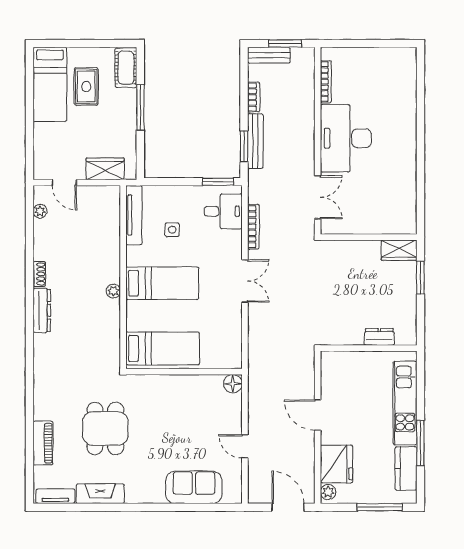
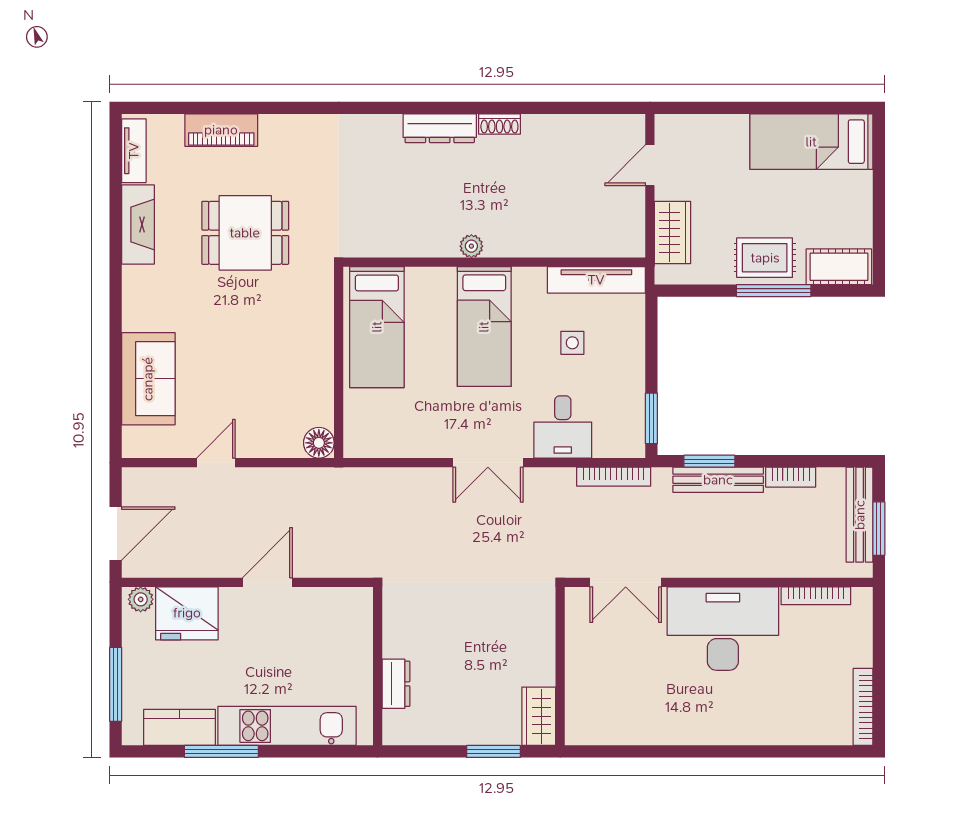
bookcase: (393, 53) -> (863, 707), added
bench: (269, 55) -> (860, 515), width x1.36
rug: (86, 86) -> (765, 258), moved
plant: (40, 211) -> (603, 125), removed
desk: (223, 211) -> (563, 427), moved
bookcase: (253, 227) -> (614, 477), moved

